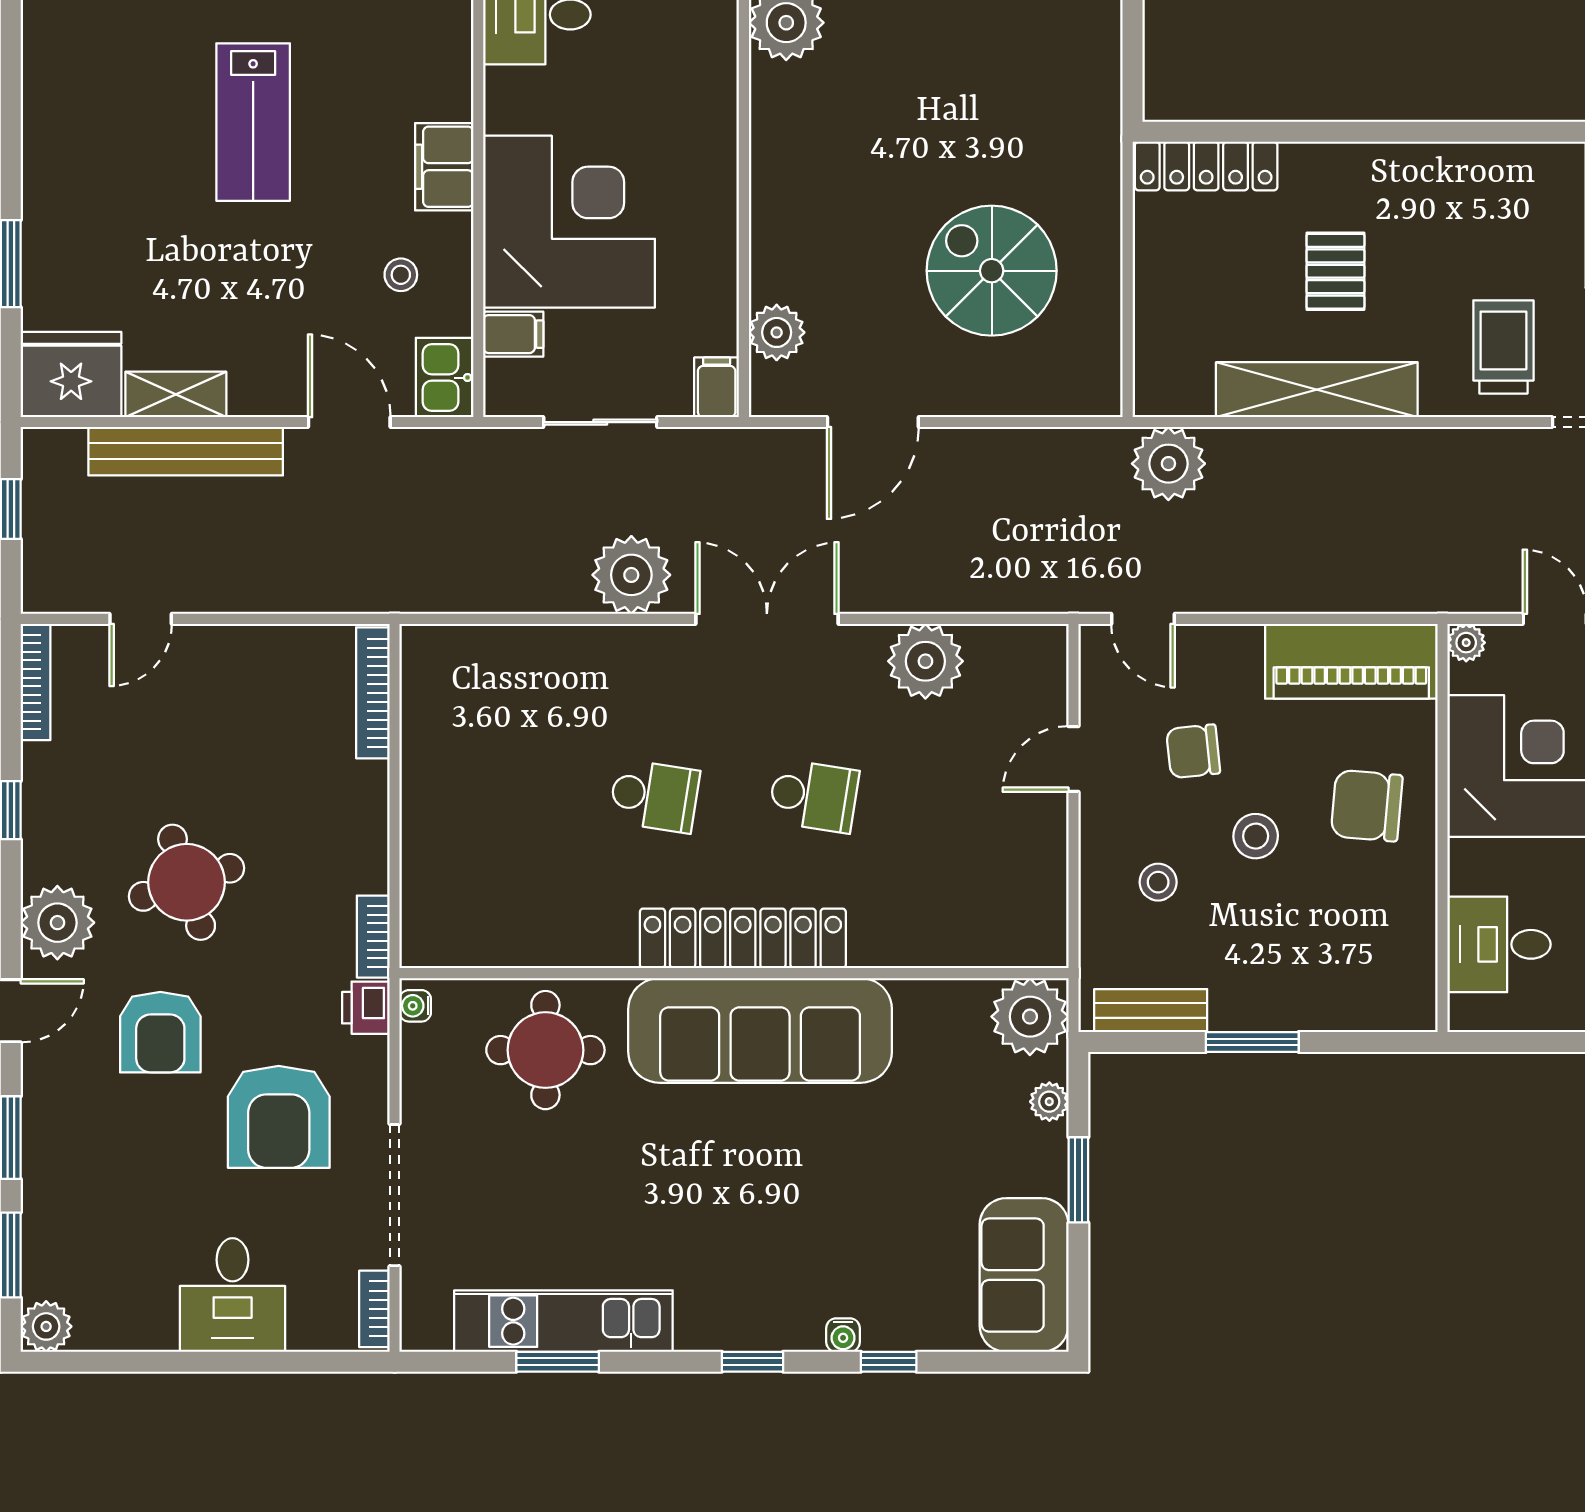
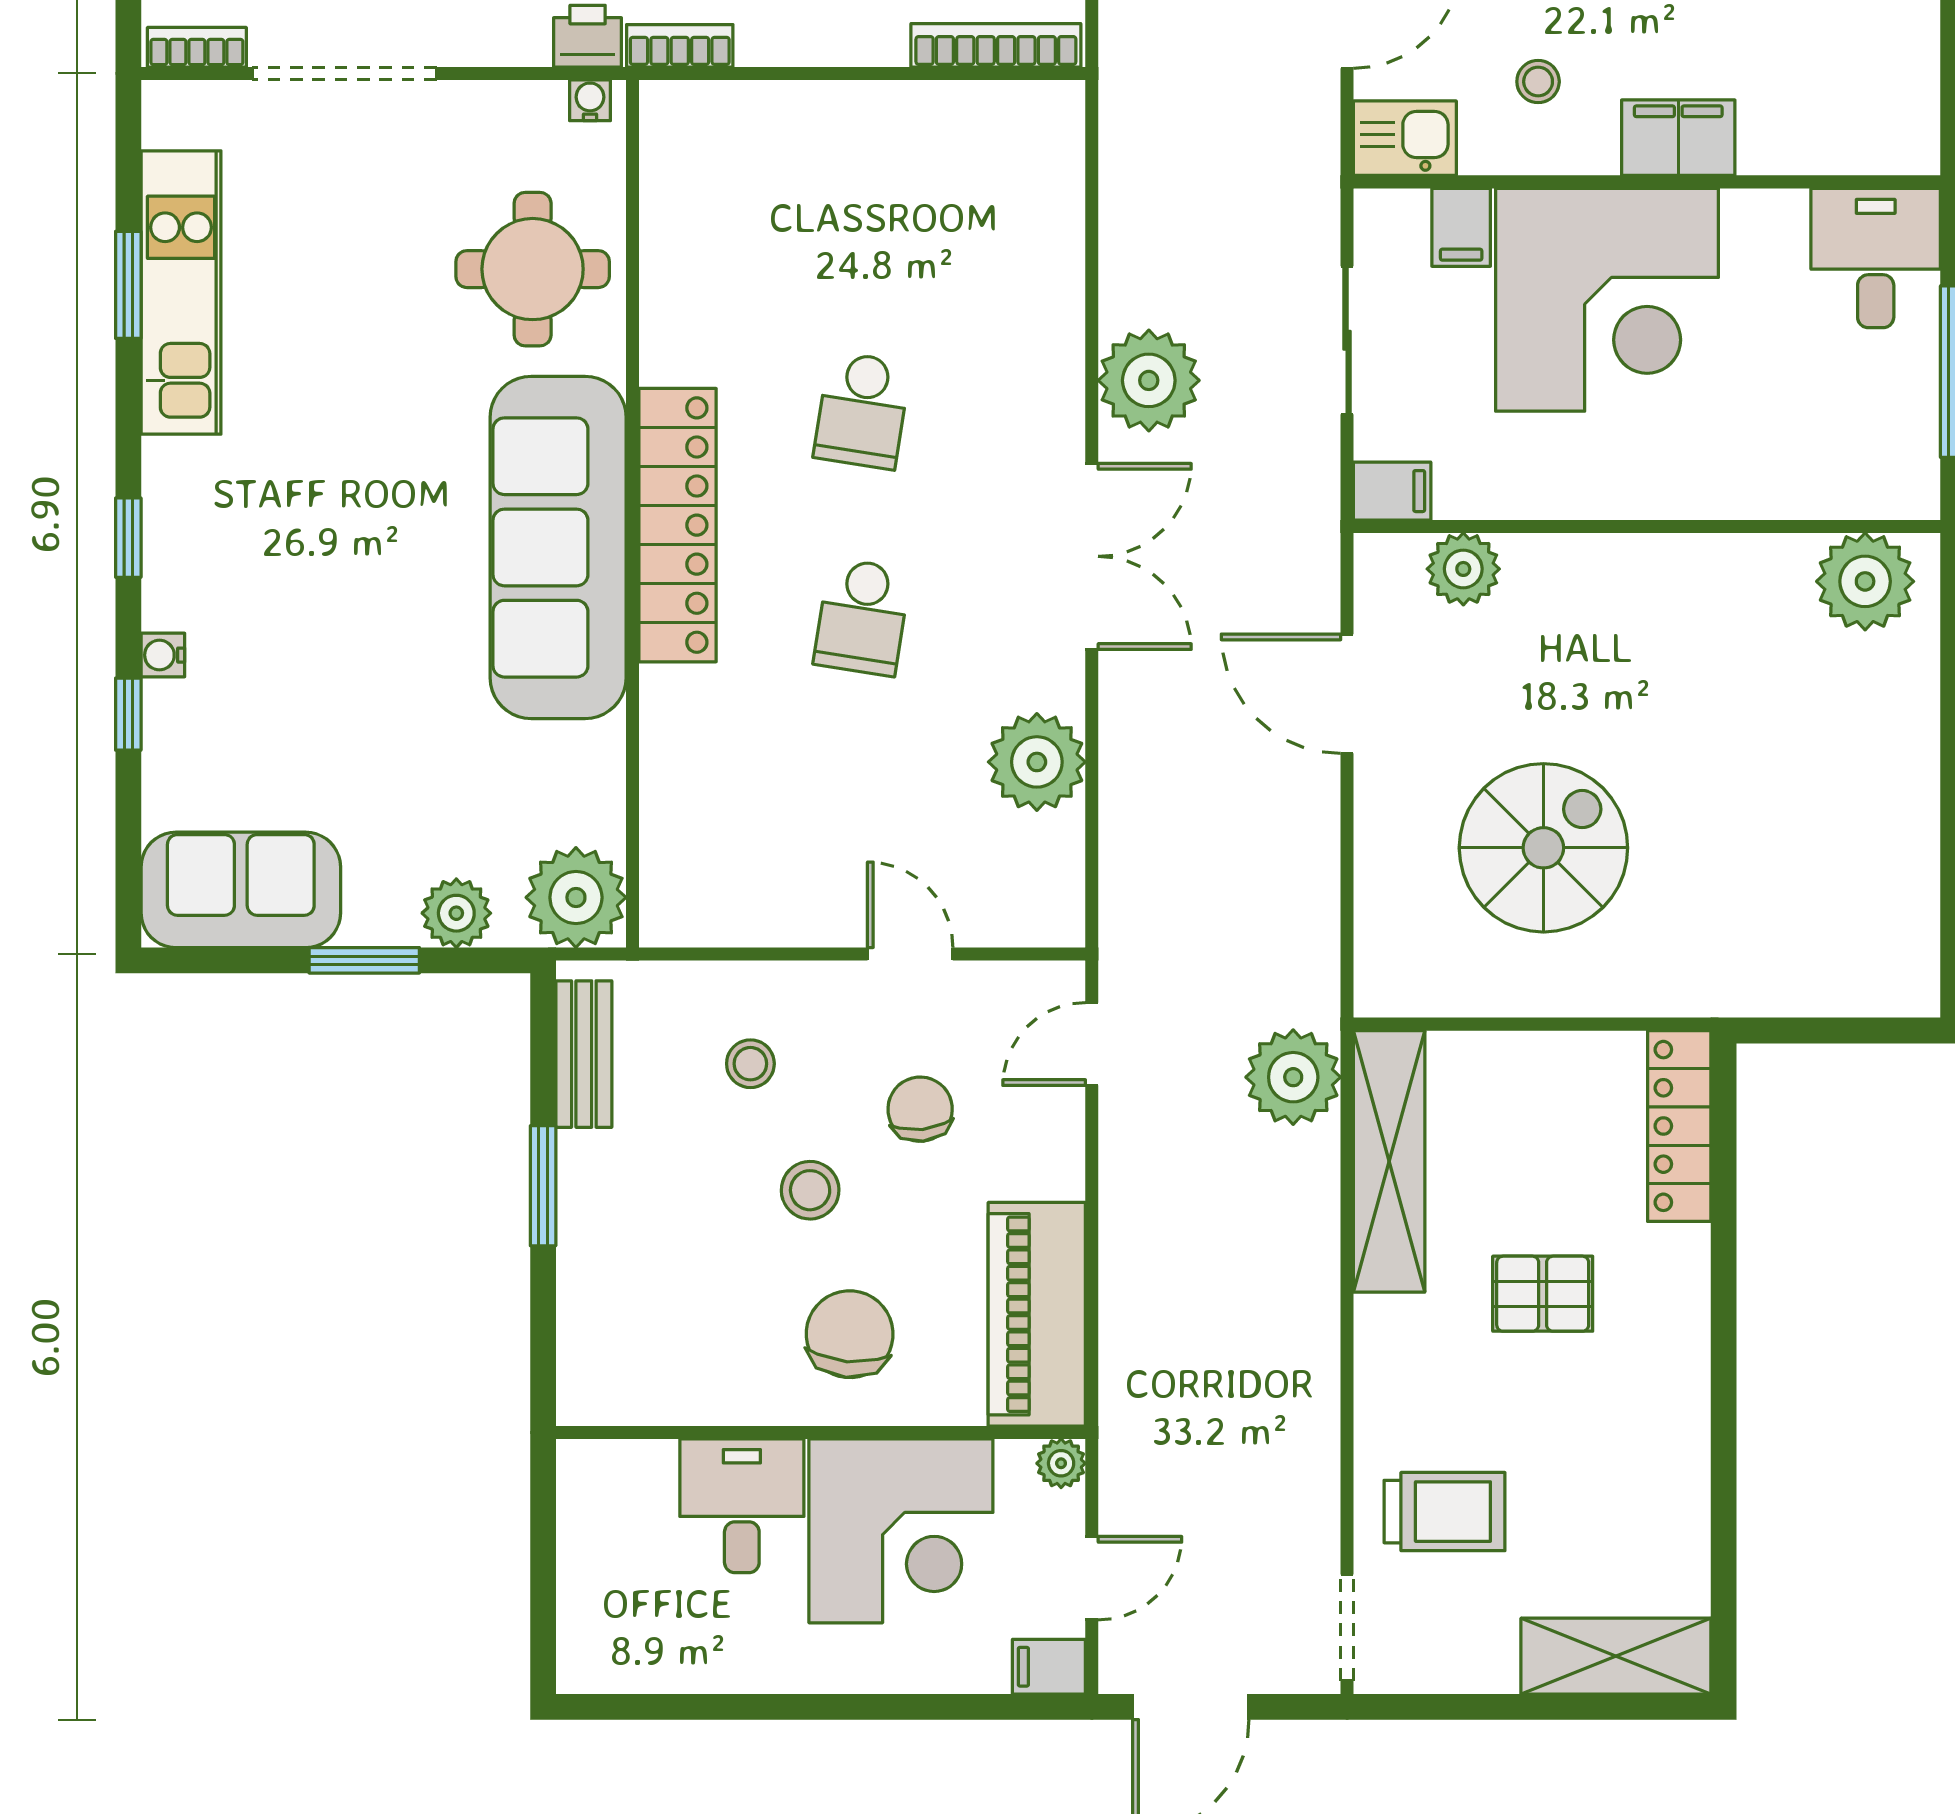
shelving: (1317, 390) -> (1389, 1161), moved
desk: (1499, 944) -> (742, 1506), moved
plant: (1049, 1102) -> (456, 913), width x1.38, depth x1.38

